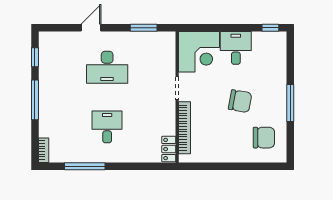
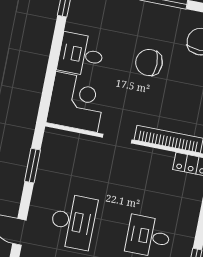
chair: (240, 101) -> (149, 63), turned -100

